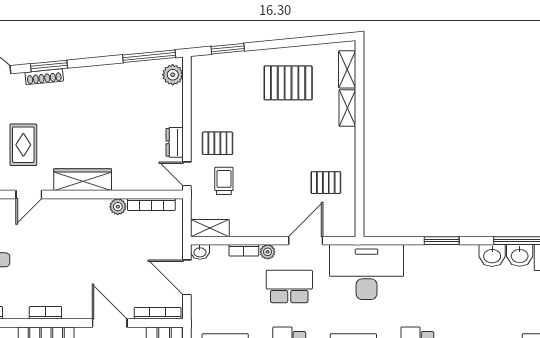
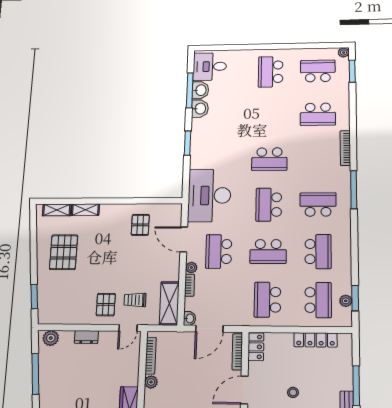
window: (149, 56) -> (35, 374), moved
dresser: (175, 142) -> (86, 337), moved
shelving: (210, 228) -> (169, 303), width x1.50, depth x1.33

